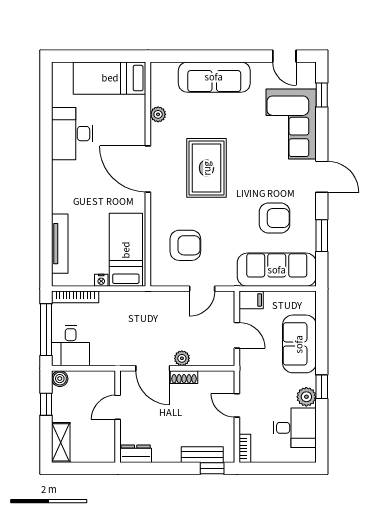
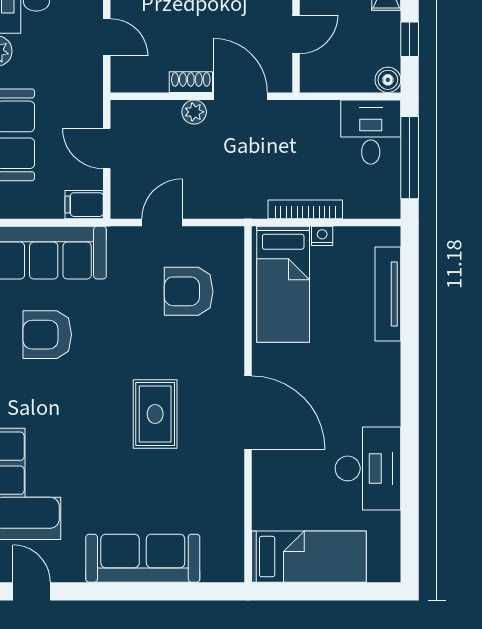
plant: (158, 114) -> (232, 499), removed
rug: (207, 168) -> (155, 414), width x0.73, depth x0.70
bookcase: (75, 297) -> (305, 209), moved

